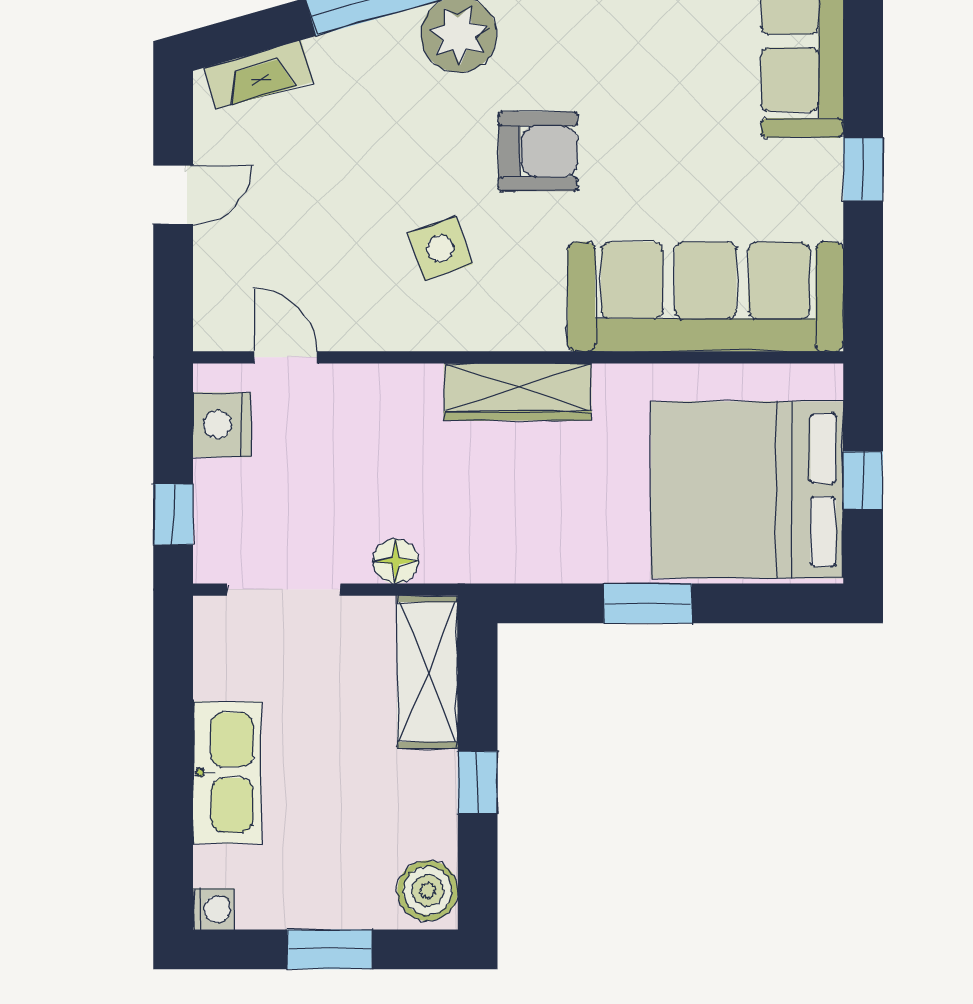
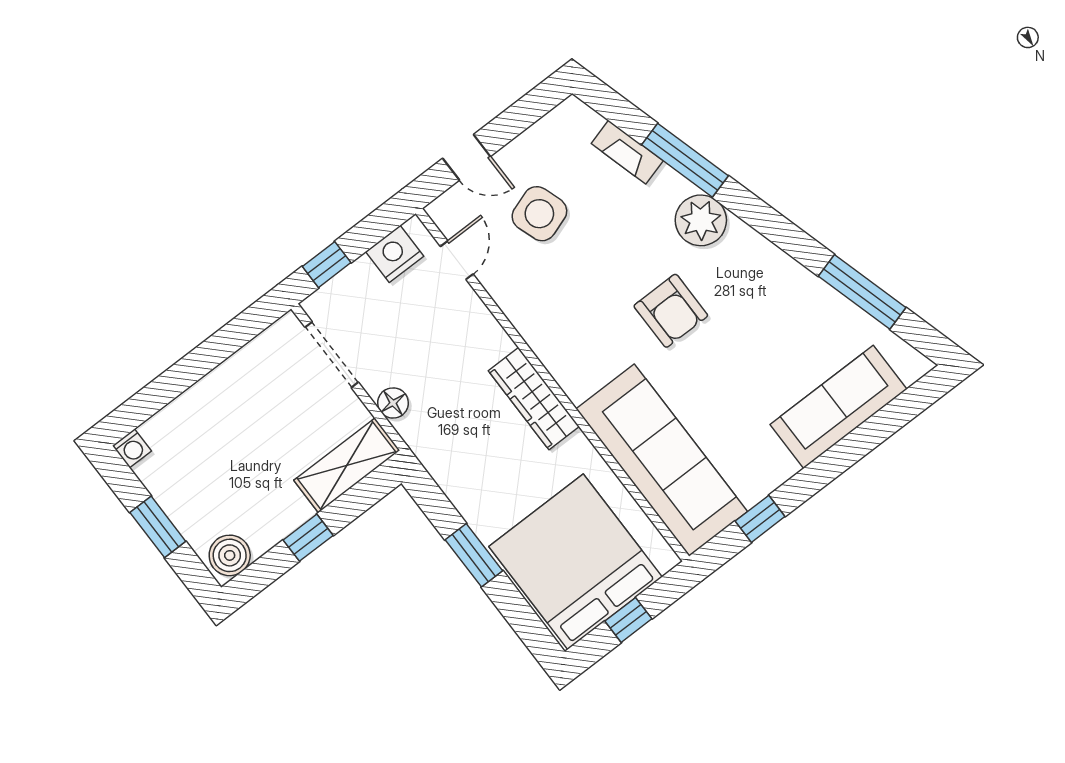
fireplace: (258, 75) -> (627, 152), moved
window: (863, 169) -> (760, 519), moved
door: (173, 195) -> (466, 157), moved
side table: (440, 249) -> (539, 214), moved, width x1.37, depth x1.37
kitchen sink: (227, 772) -> (211, 400), removed

